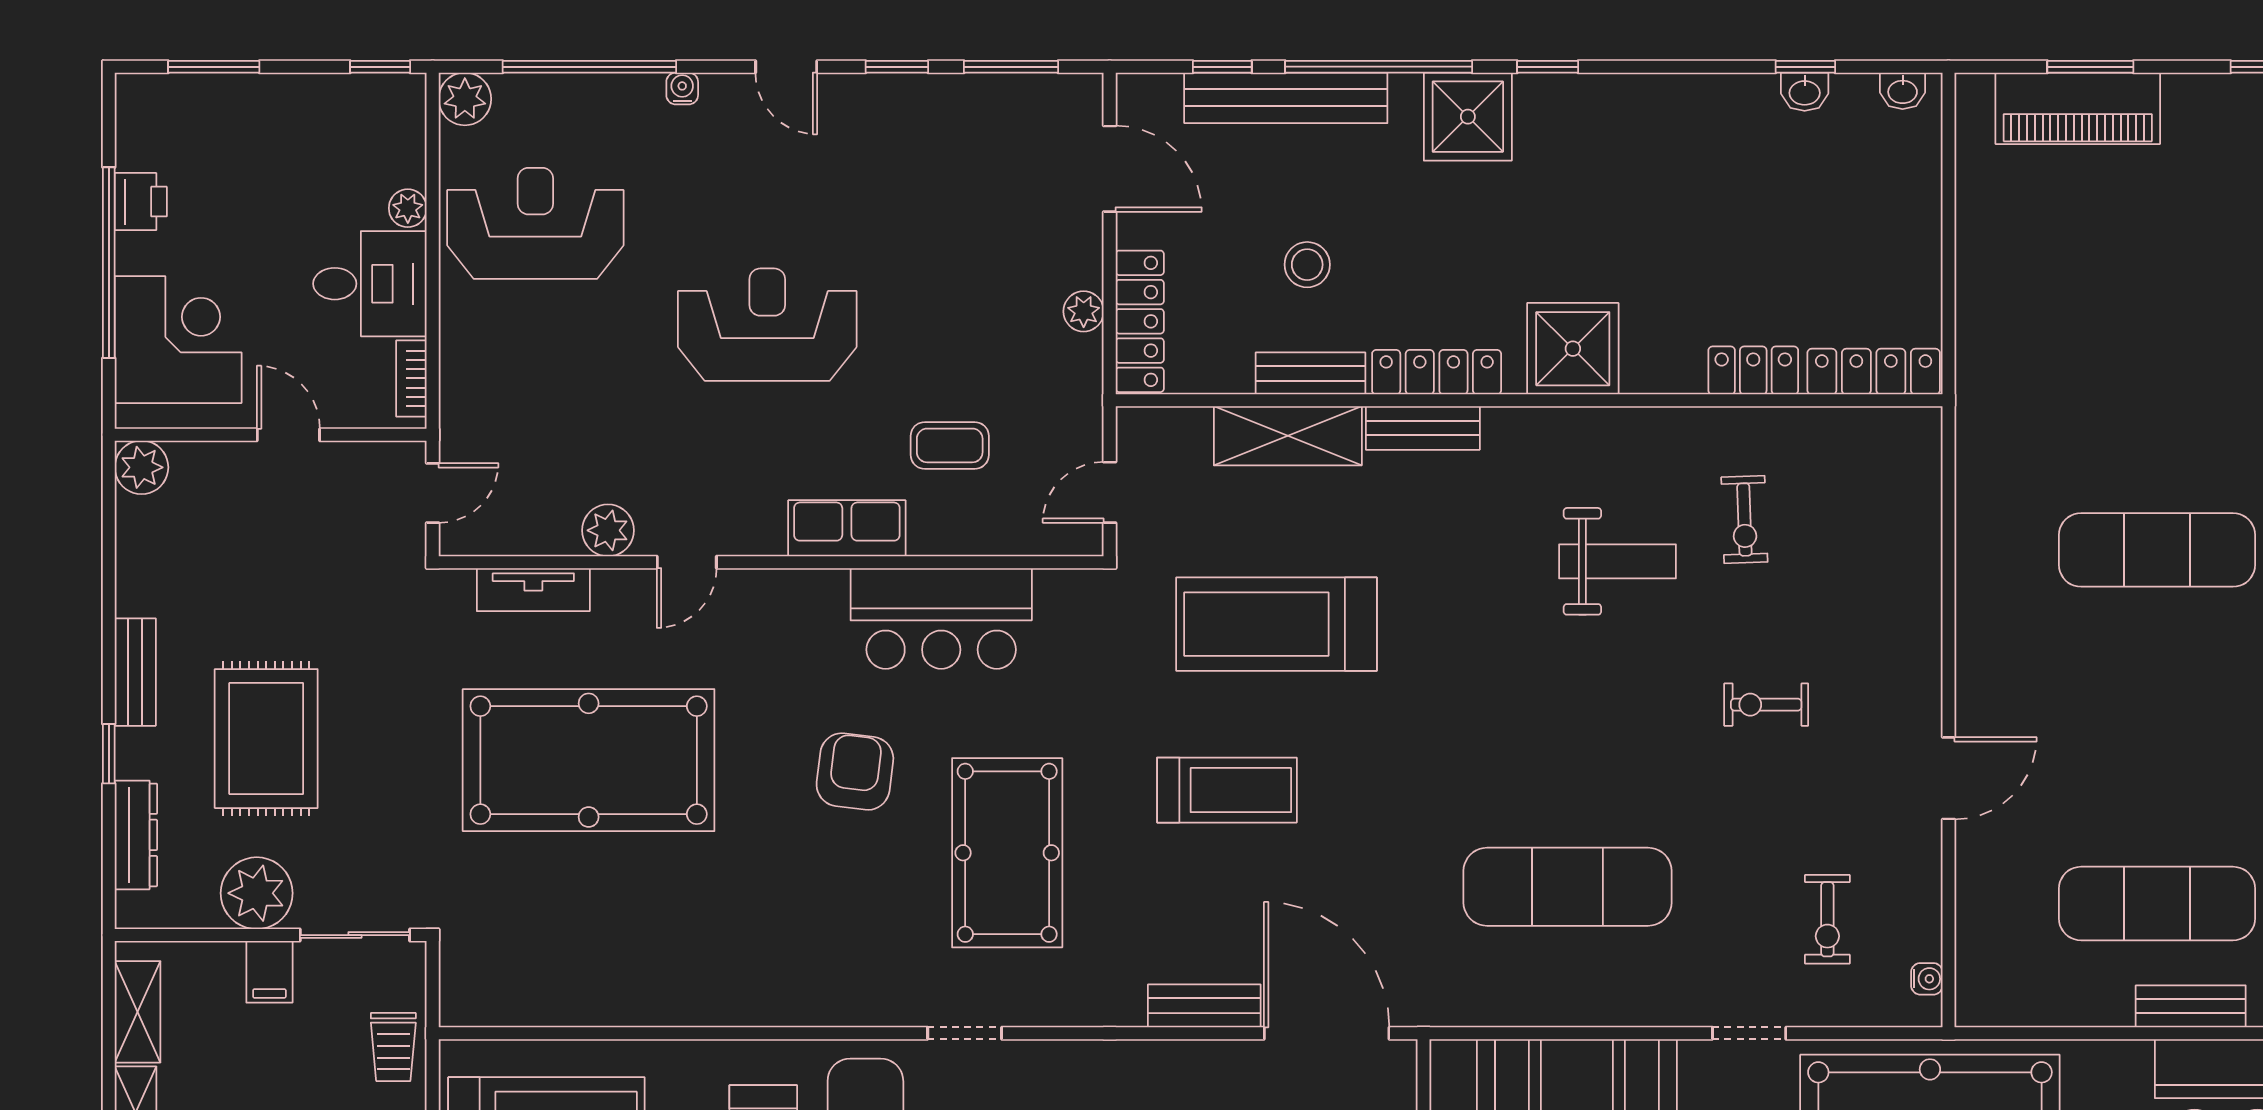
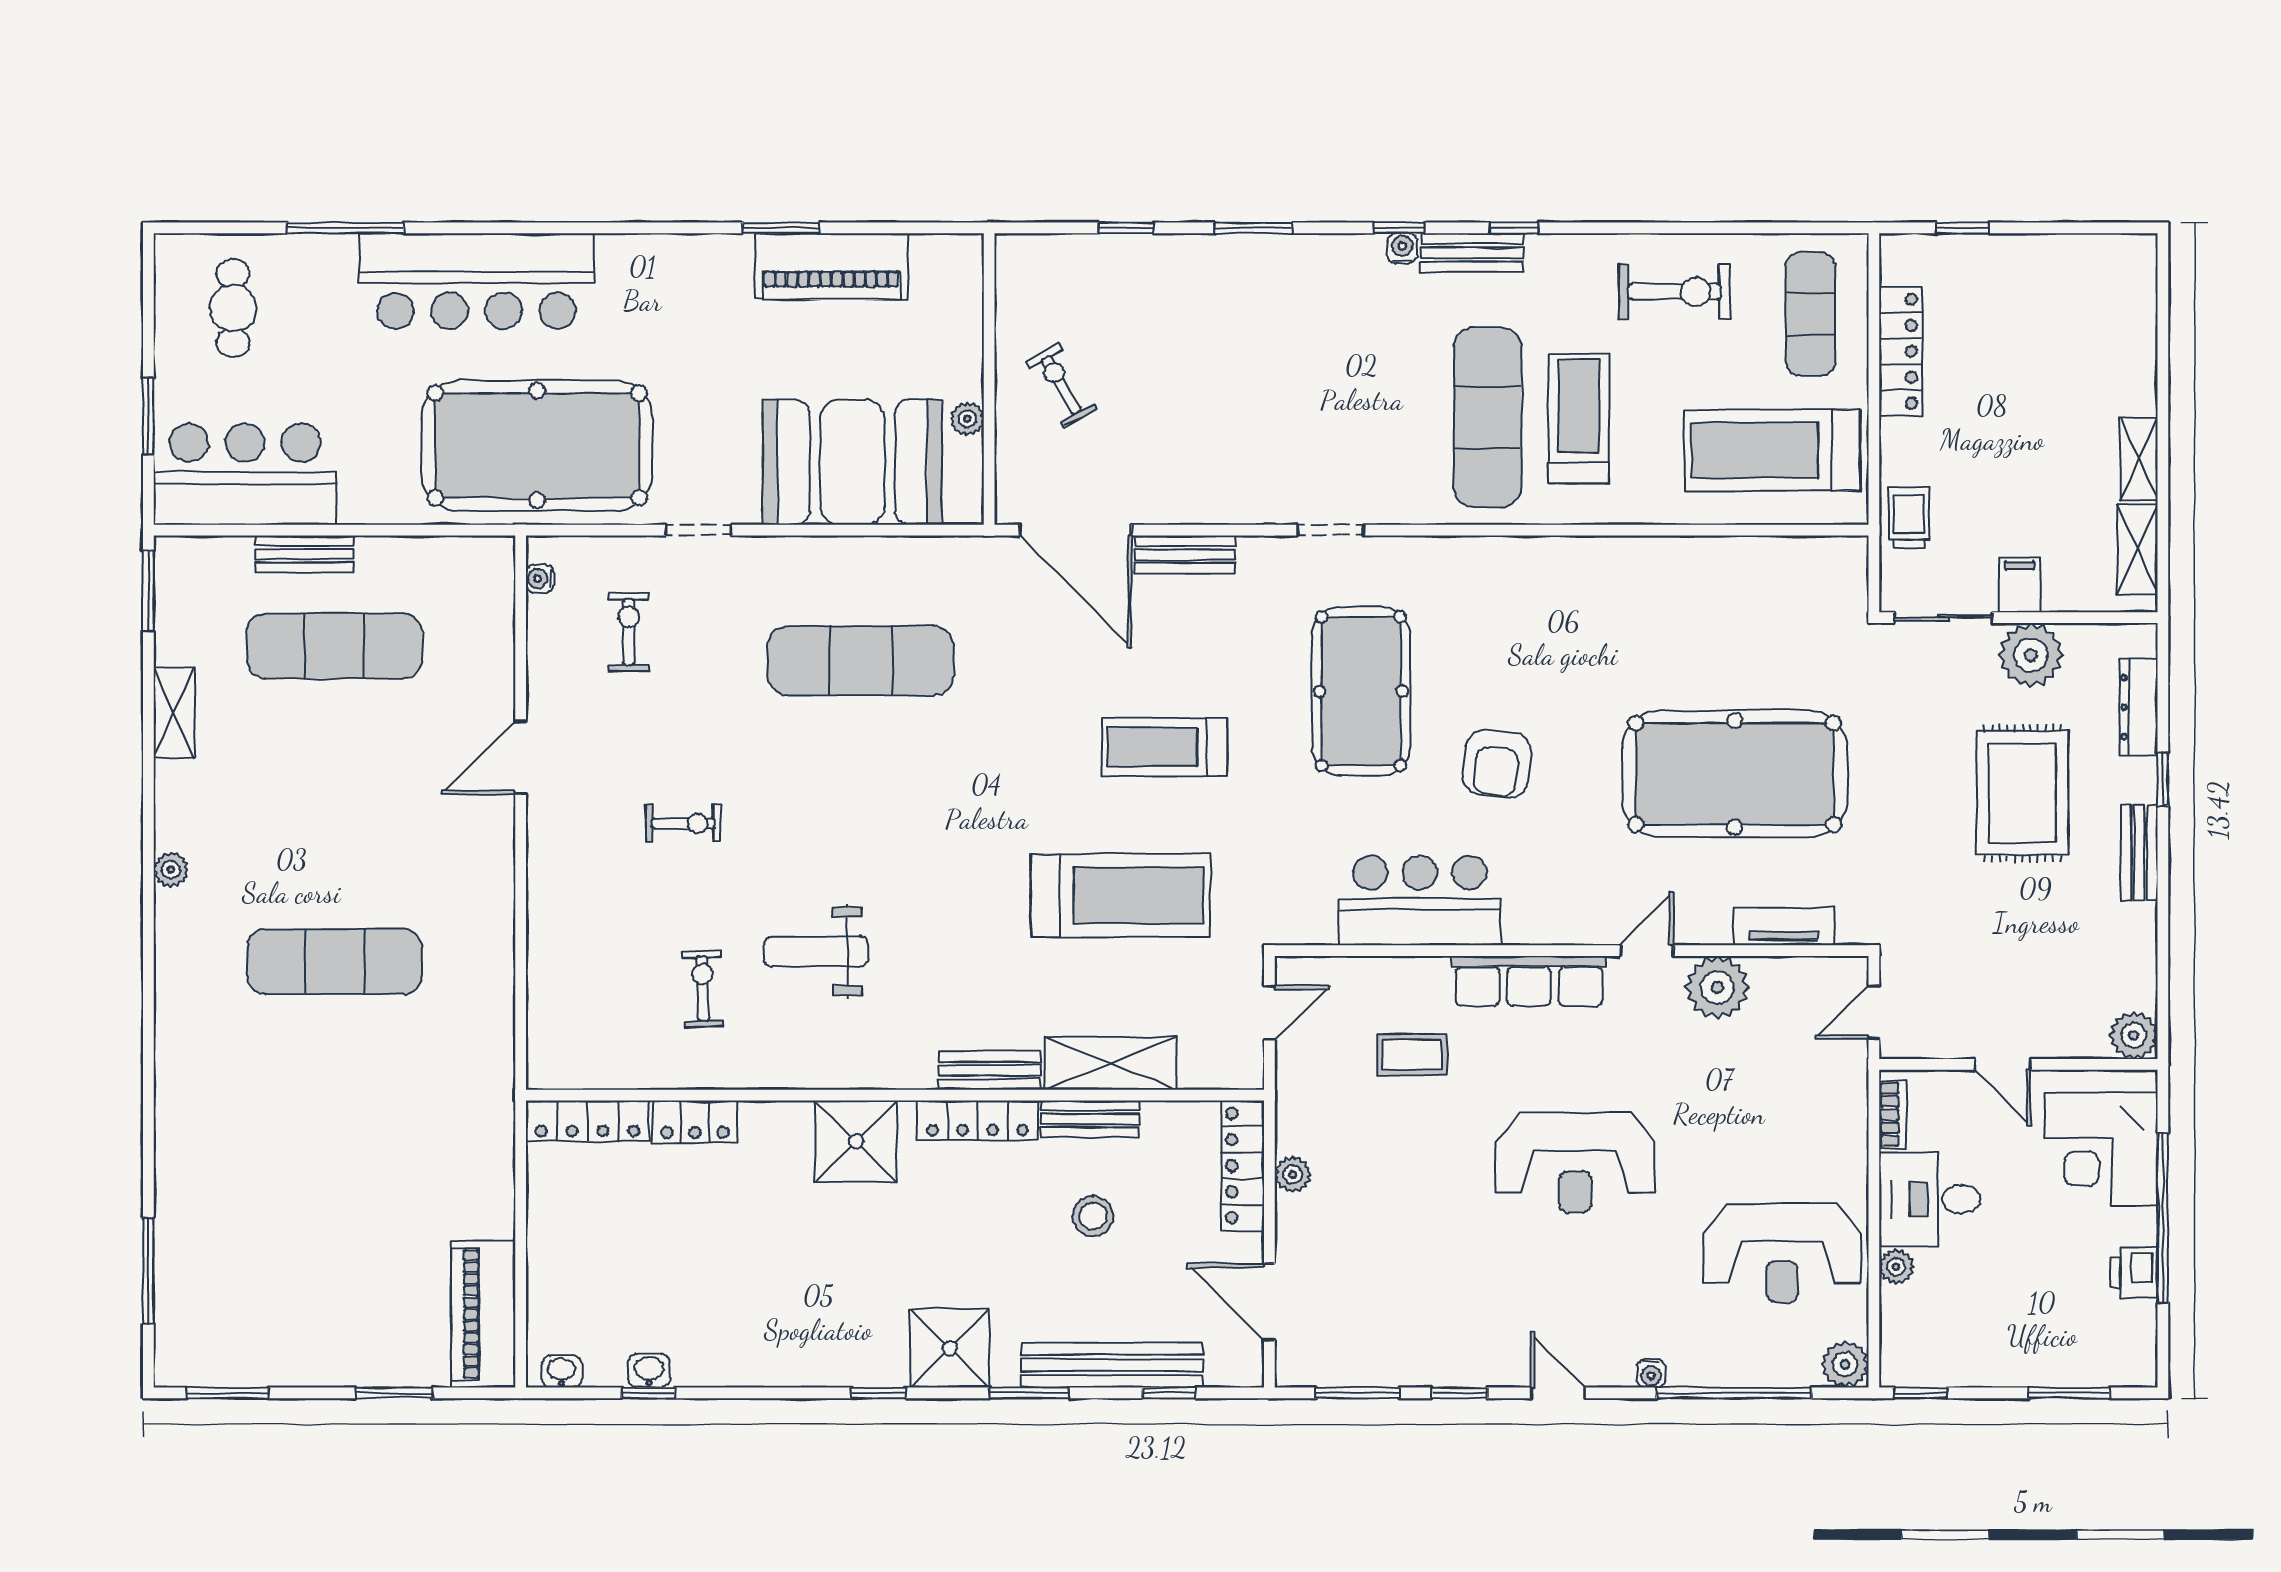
window: (1379, 67) -> (1029, 1393), width x0.47
piano: (2078, 108) -> (483, 1314), moved, turned -90
row of seats: (847, 528) -> (1529, 981), width x1.48
plant: (608, 530) -> (1717, 987), width x1.36, depth x1.36
doorway: (965, 1033) -> (1331, 530), moved

